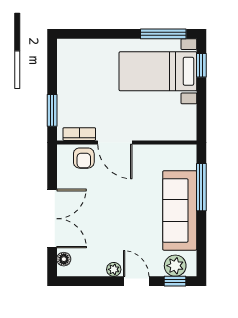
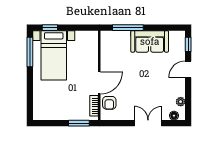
armchair: (84, 158) -> (109, 103), turned 90
sofa: (180, 210) -> (150, 41), width x0.73
double door: (52, 219) -> (148, 123), width x0.73
plant: (175, 266) -> (178, 44), removed
plant: (114, 269) -> (181, 102), moved

